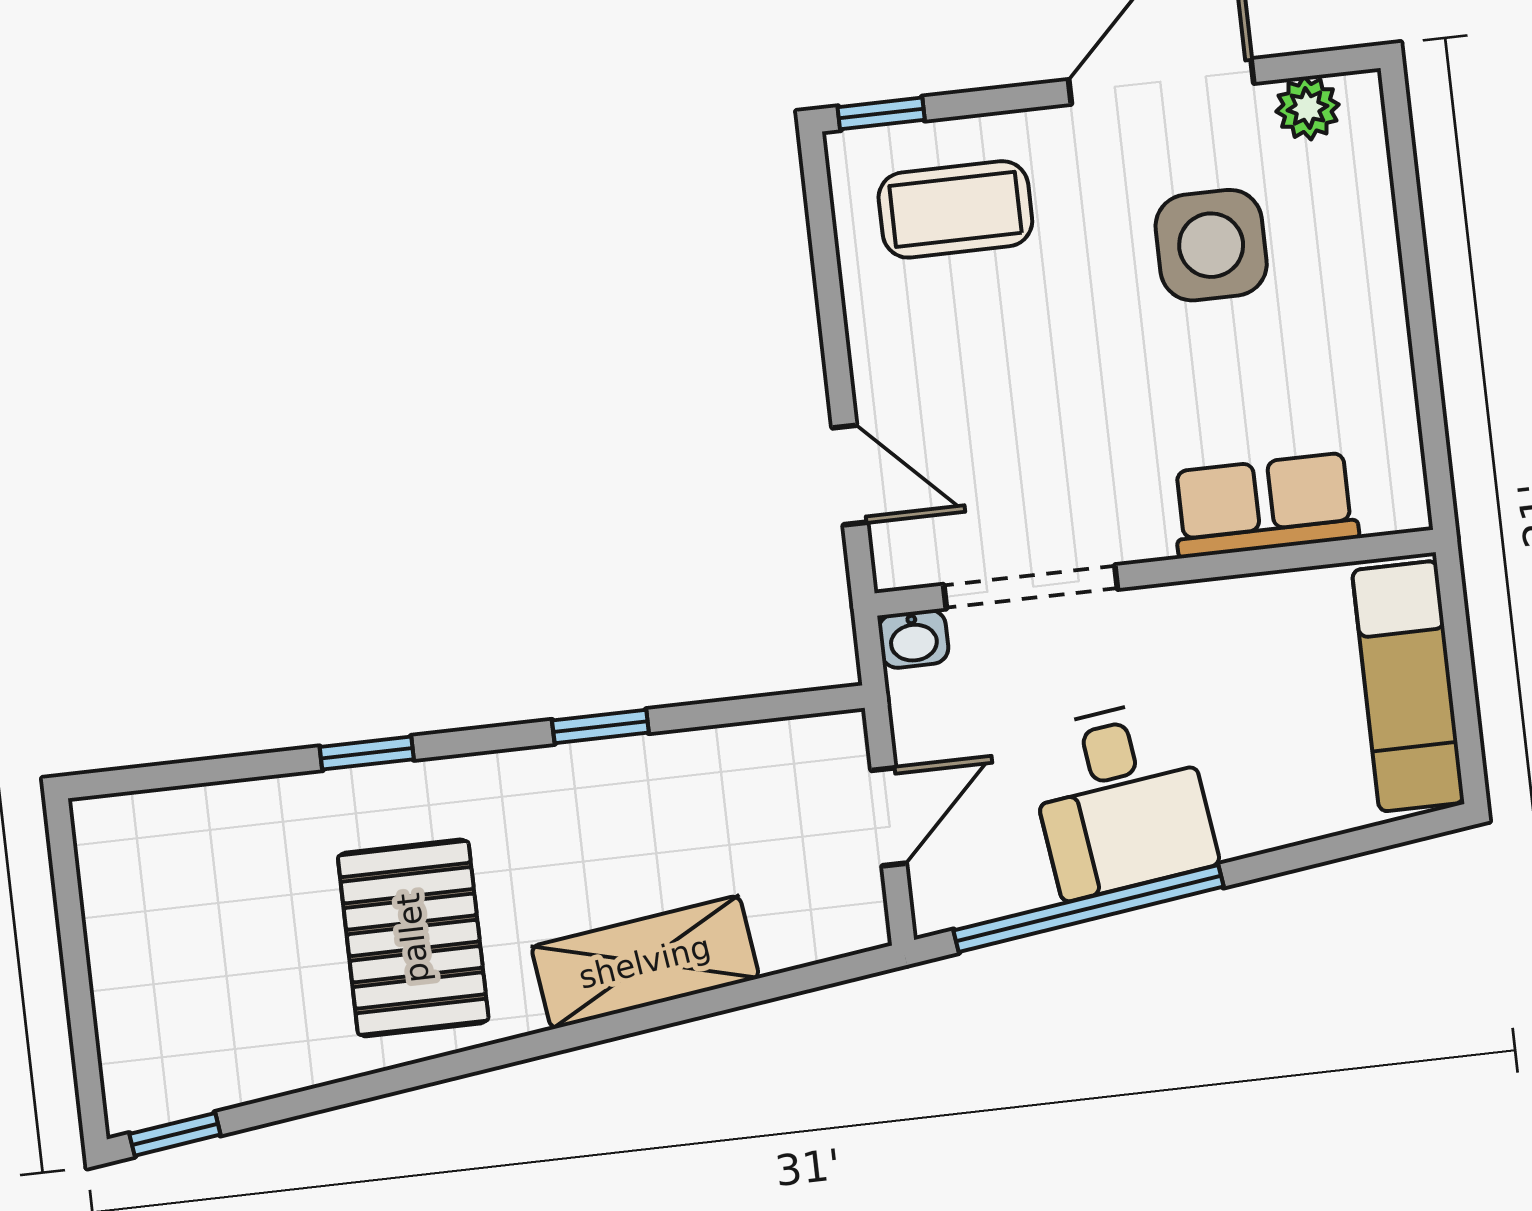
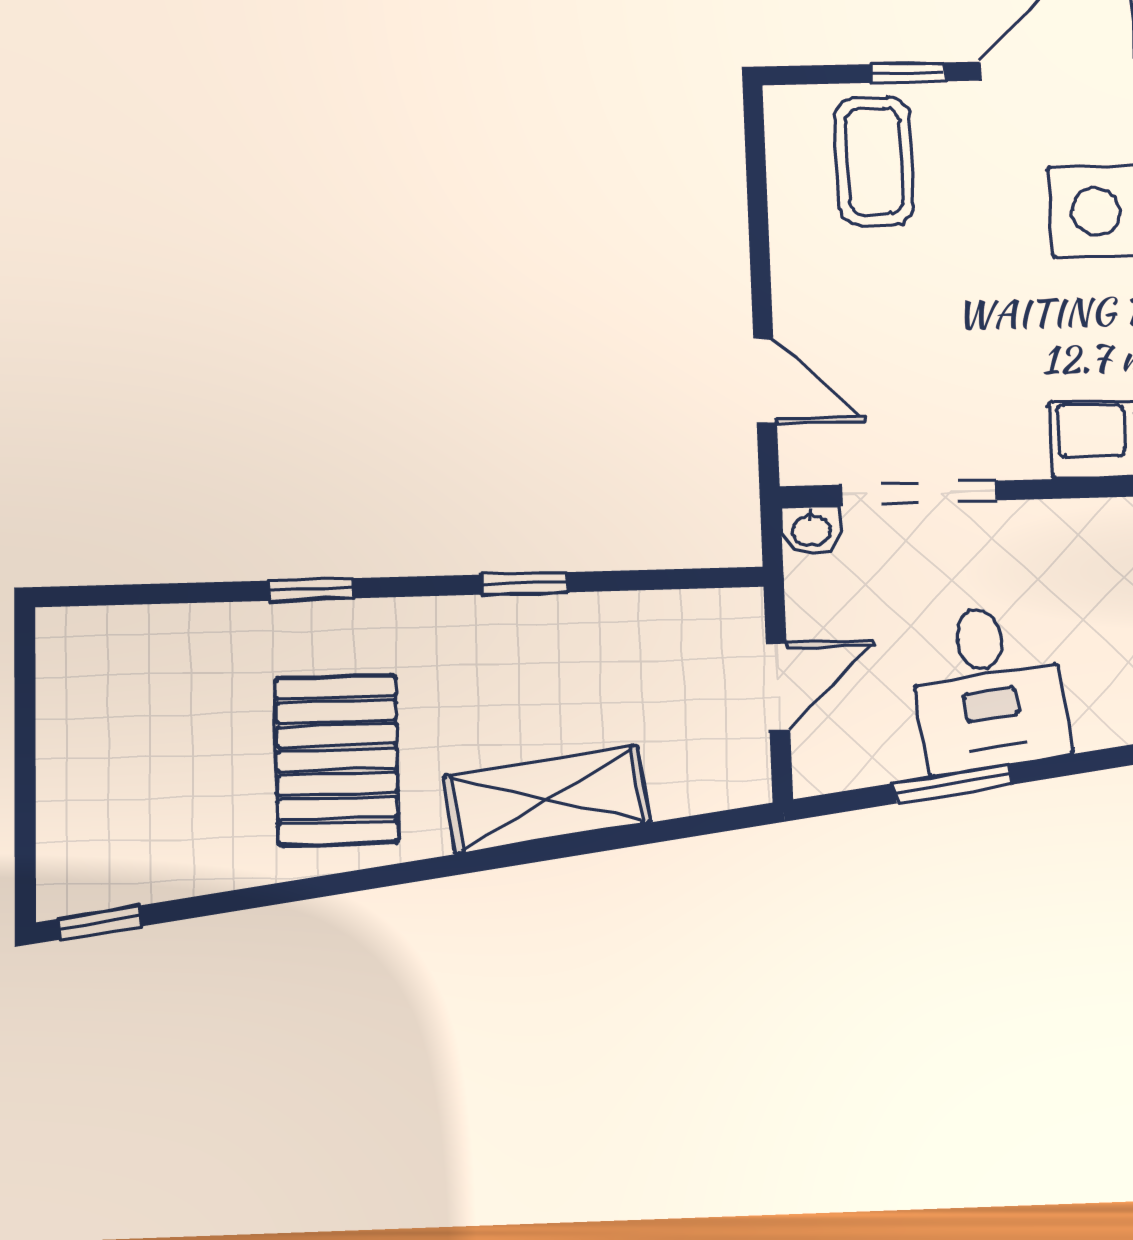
window: (881, 113) -> (908, 73), moved
coffee table: (955, 209) -> (874, 161), turned 90
window: (1088, 908) -> (953, 784), width x0.47

